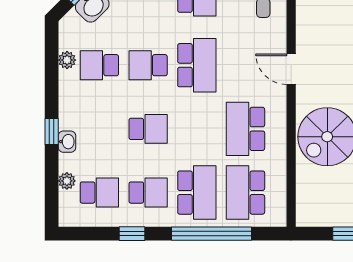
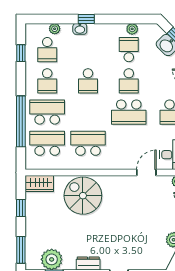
school desk: (148, 65) -> (129, 81), turned 180
door: (291, 69) -> (146, 172), moved
school desk: (197, 193) -> (47, 112), turned 180
wardrobe: (308, 205) -> (39, 184), added
window: (132, 234) -> (21, 53), moved

